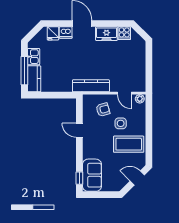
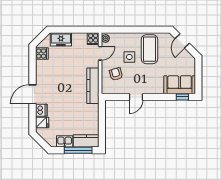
freezer: (106, 34) -> (61, 39), moved, turned 90
cooker: (139, 86) -> (93, 39), added

